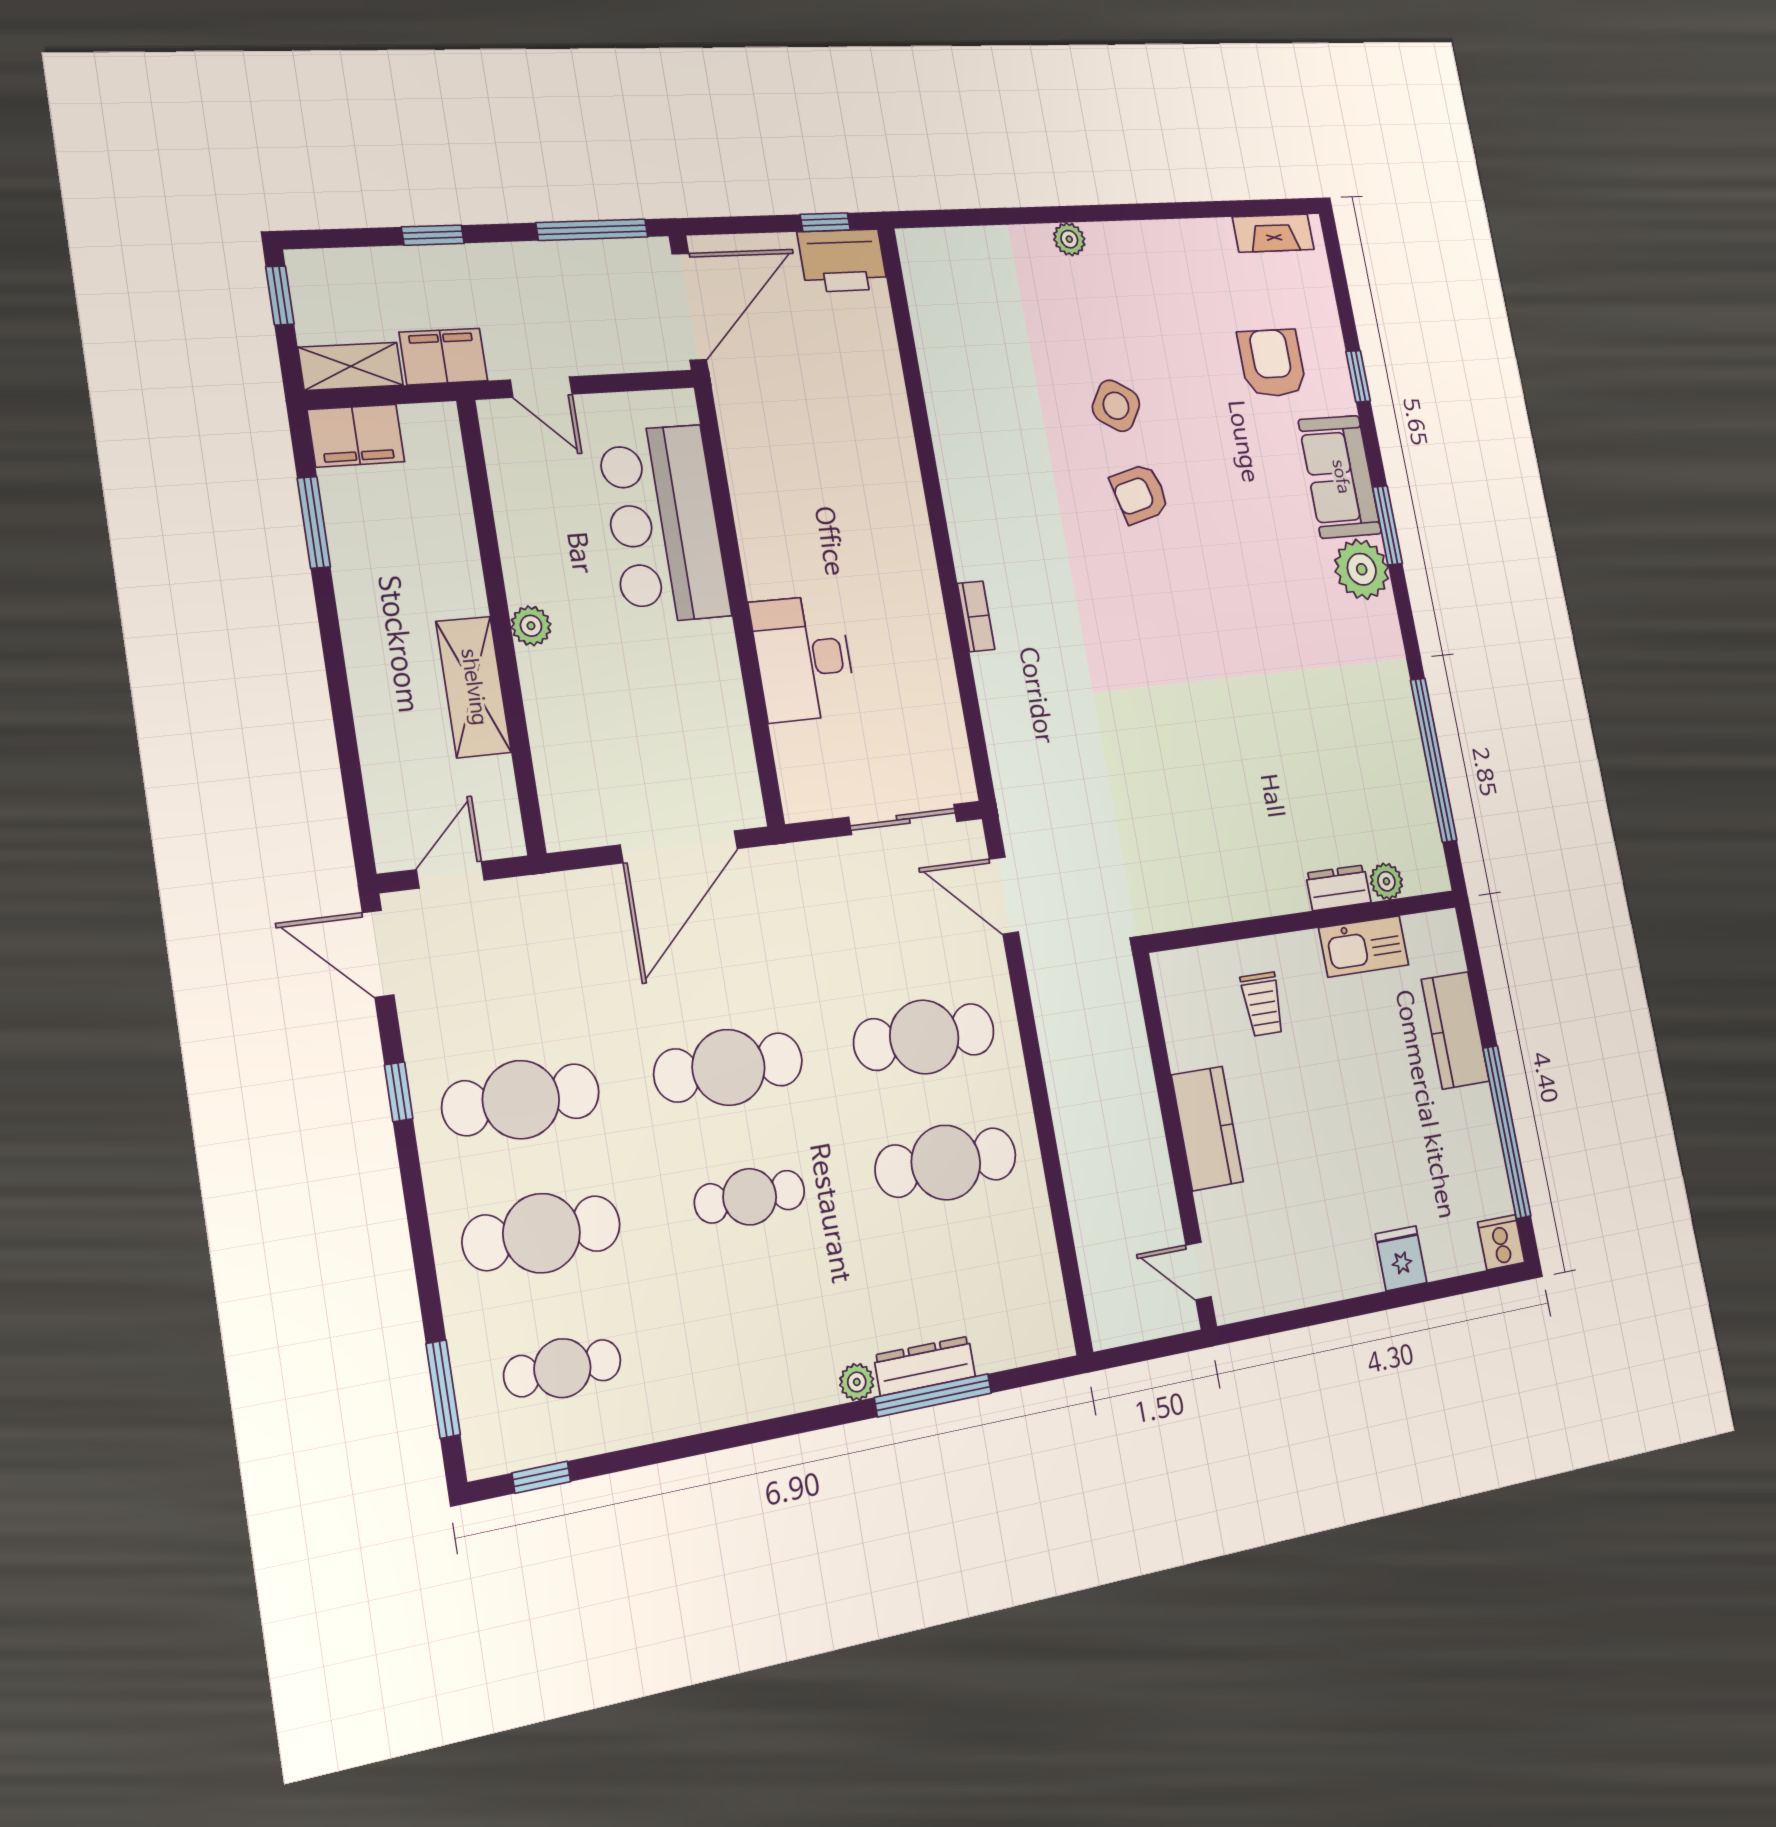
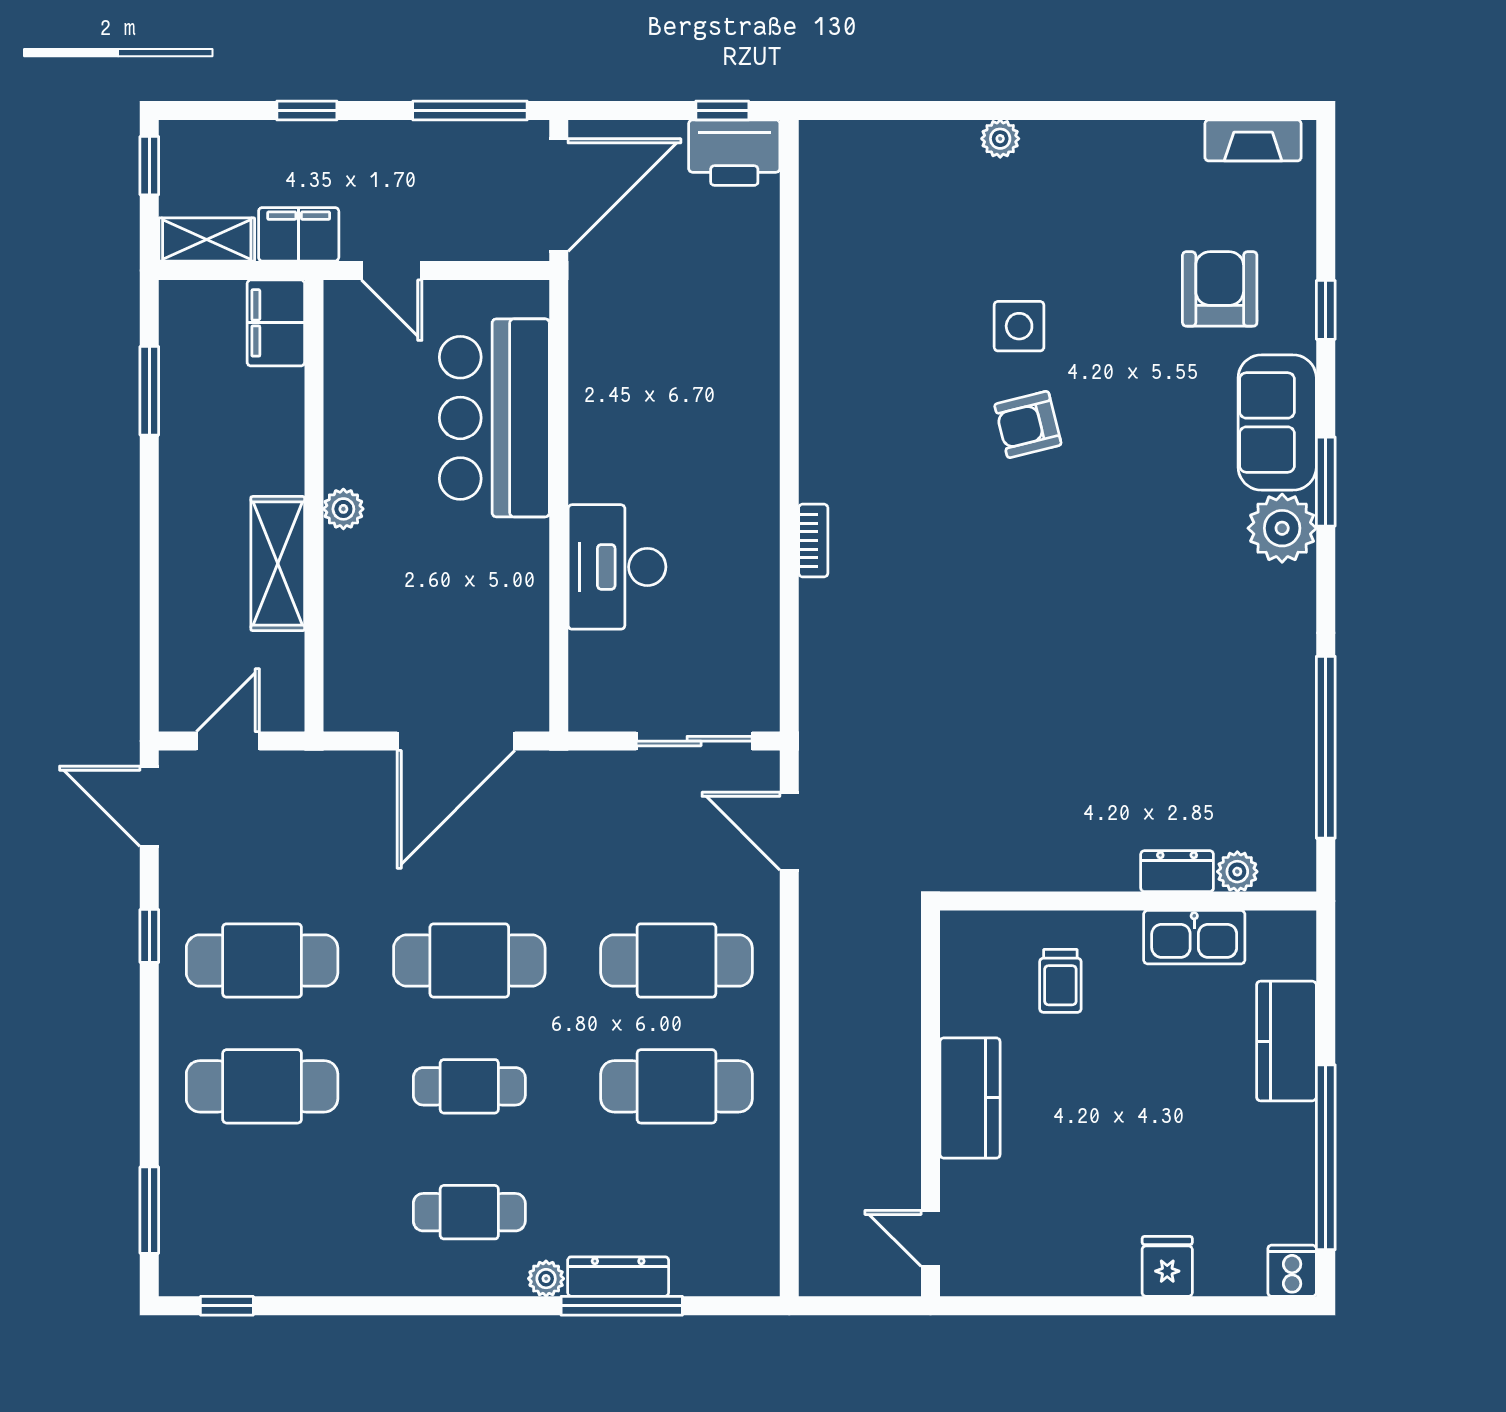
side table: (1116, 406) -> (1019, 326), turned -32
filing cabinet: (356, 436) -> (276, 323), moved, turned 90
cafe table: (562, 1368) -> (469, 1212), moved

